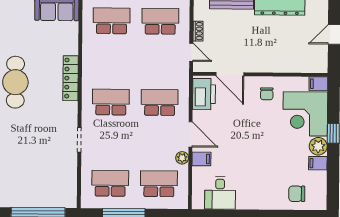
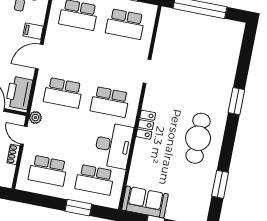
desk: (99, 59) -> (113, 145), added
locker: (71, 78) -> (146, 125), width x0.66
door: (191, 134) -> (39, 57), hinge flipped
plant: (182, 158) -> (35, 118), moved

